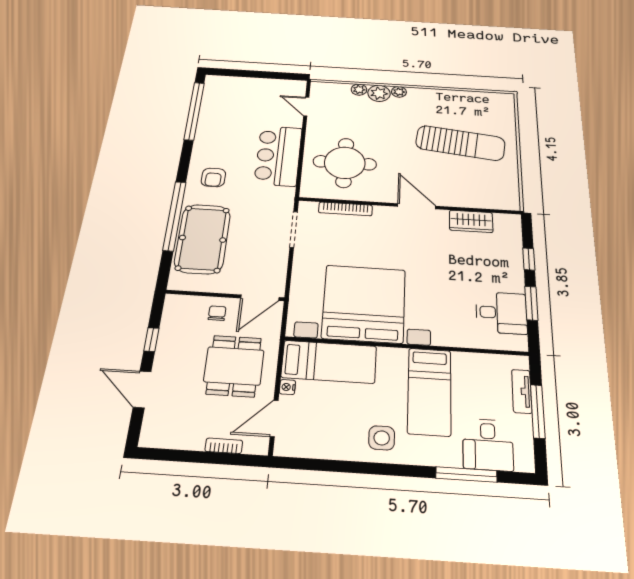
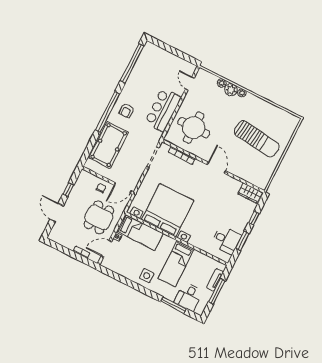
window: (175, 216) -> (107, 112), moved
wardrobe: (471, 221) -> (250, 193), moved

